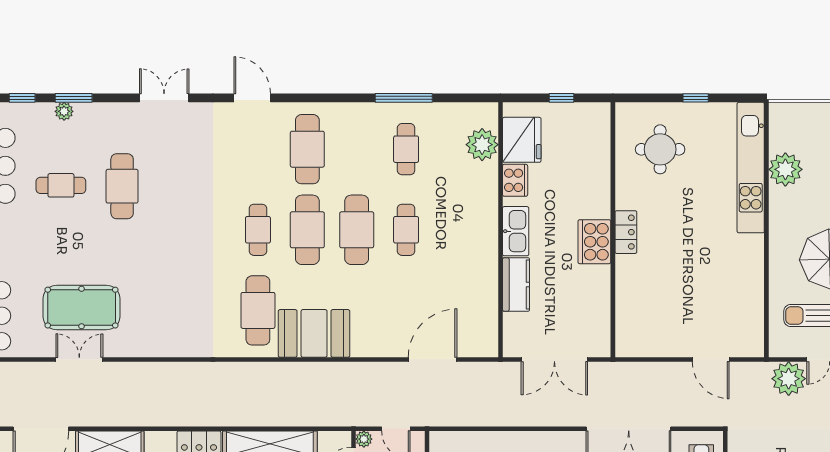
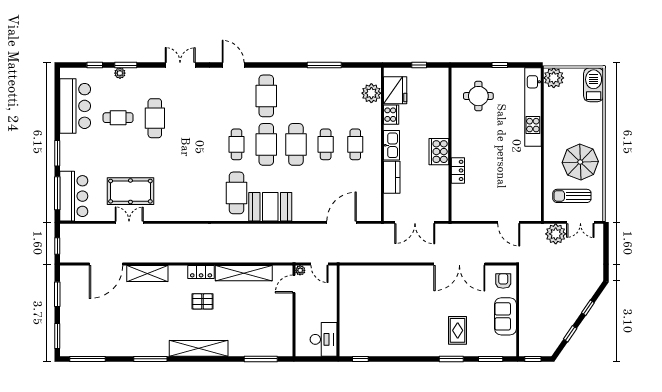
cafe table: (406, 149) -> (355, 144), moved
plant: (785, 169) -> (554, 78), moved
locker: (626, 232) -> (458, 170), moved

